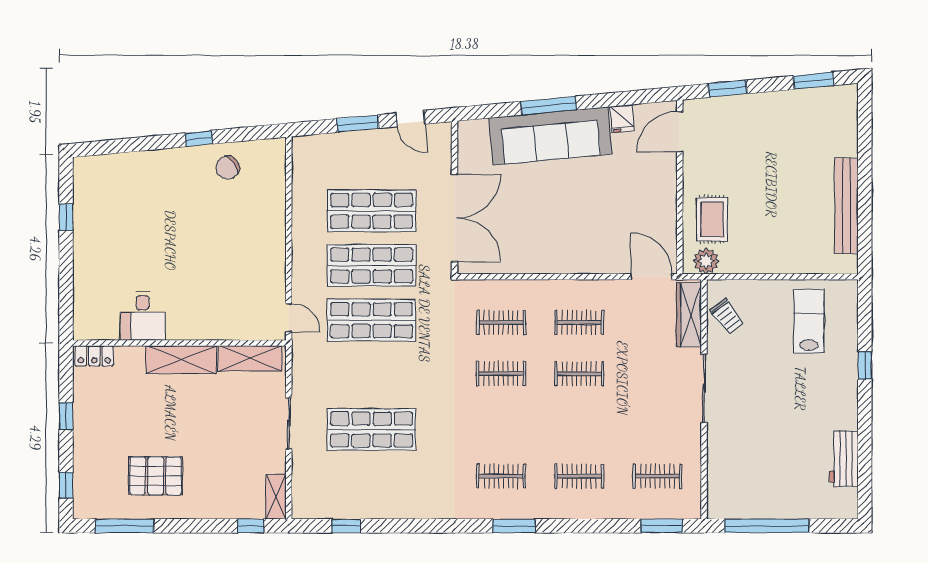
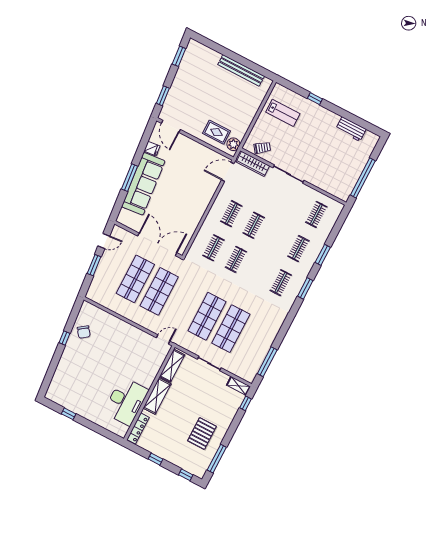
desk: (143, 316) -> (126, 401), width x1.87, depth x1.30
shop shelf: (372, 320) -> (207, 316), moved
lab bench: (809, 321) -> (283, 113), turned 180
locker: (94, 356) -> (138, 428), width x1.53
window: (346, 526) -> (267, 362), width x2.17
window: (662, 526) -> (323, 255), moved

